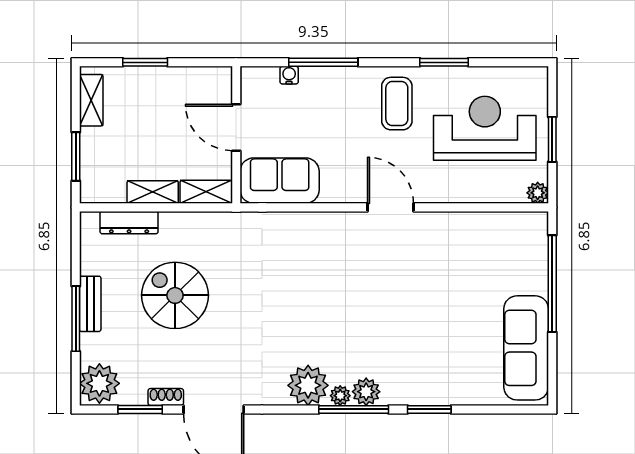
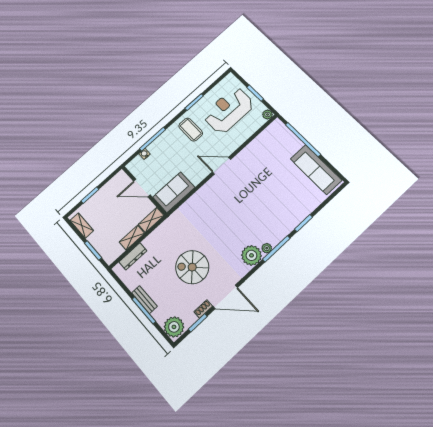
spiral stairs: (175, 295) -> (192, 267), moved
plant: (366, 392) -> (275, 238), removed

